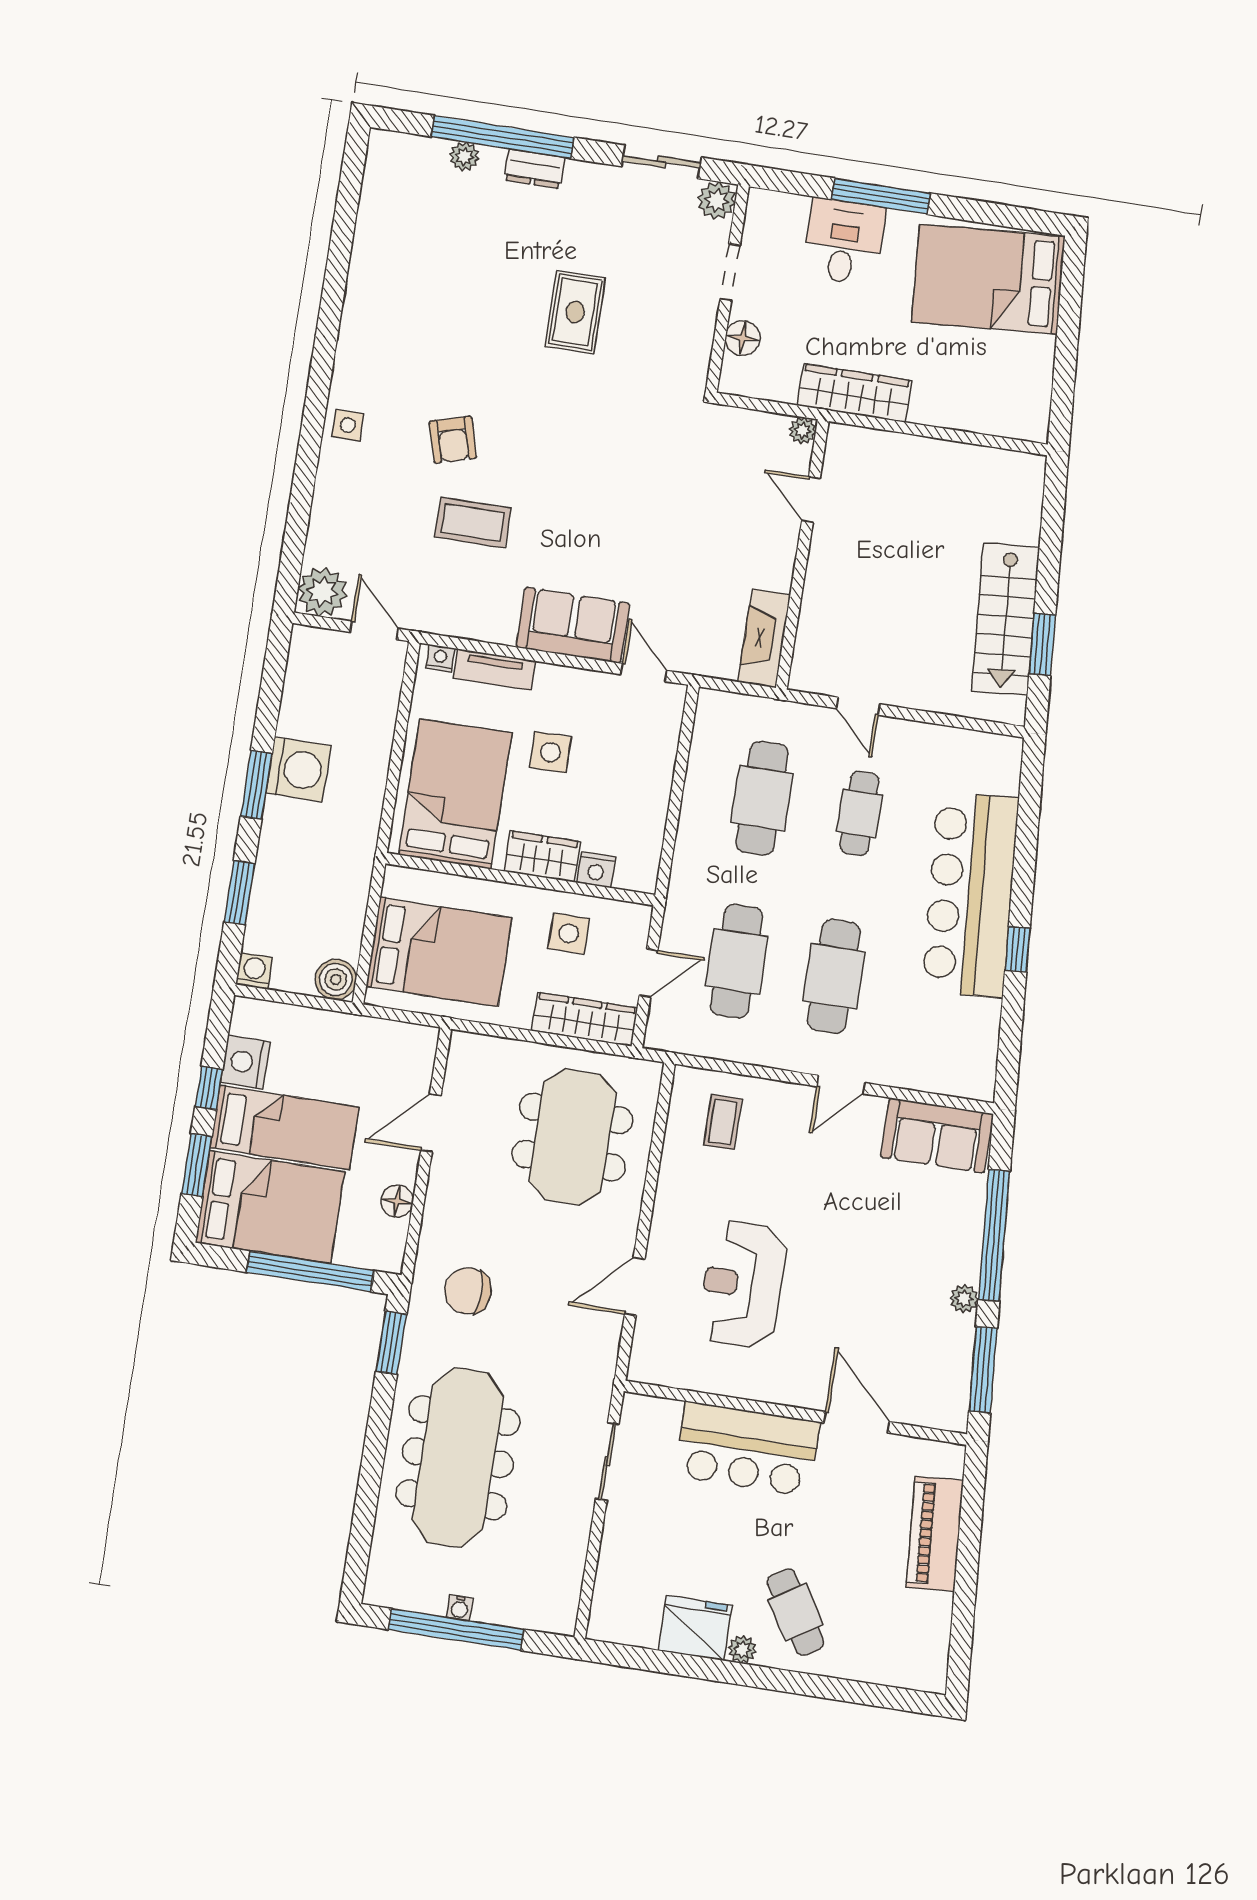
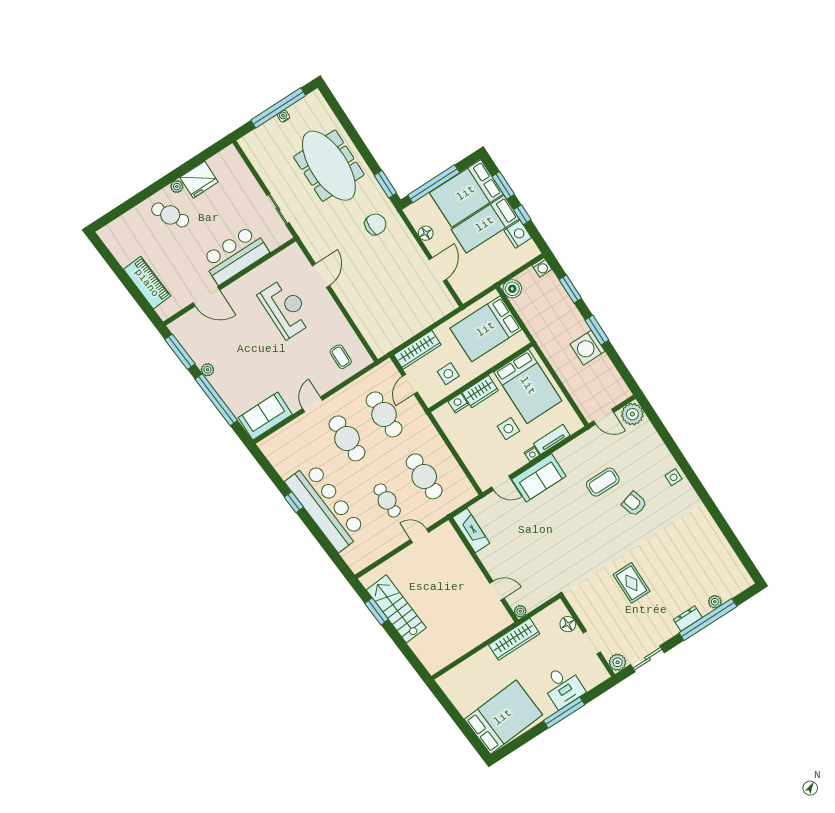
nightstand: (440, 658) -> (532, 454), moved
meeting table: (572, 1137) -> (386, 307), removed

